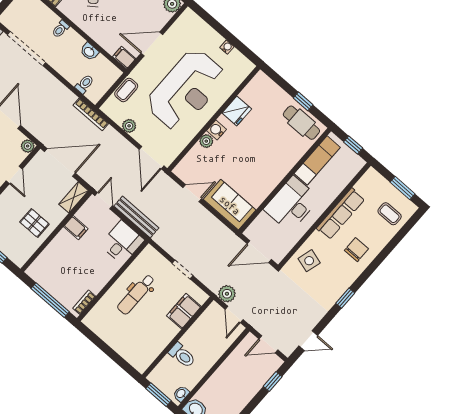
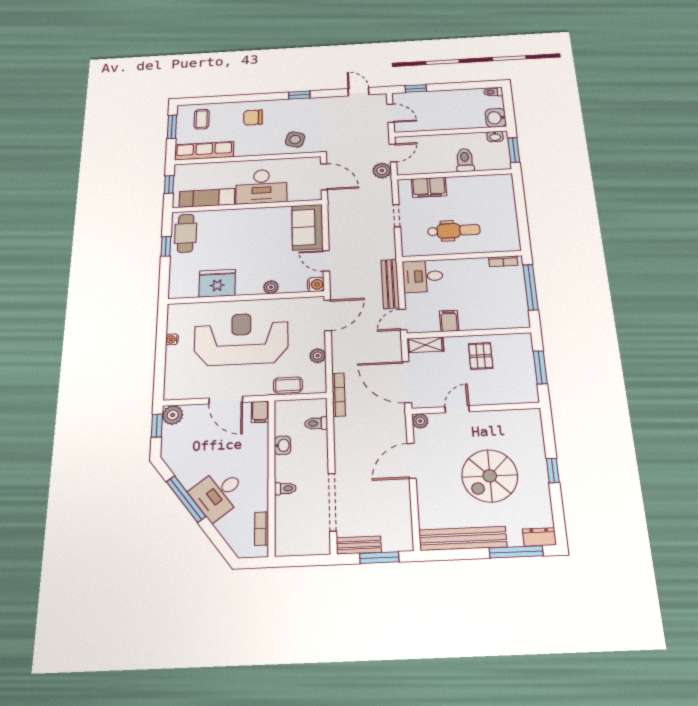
fridge: (237, 111) -> (217, 283), width x1.36, depth x1.34
water cooler: (217, 130) -> (316, 284), moved, turned -90
row of seats: (341, 214) -> (204, 151), moved

